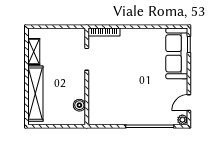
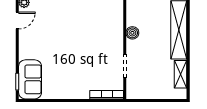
sofa: (177, 53) -> (30, 79), width x0.73
boiler: (79, 105) -> (132, 33), moved

